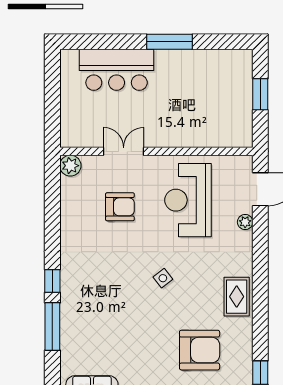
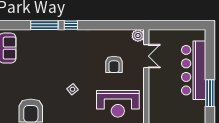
bar counter: (117, 70) -> (194, 70), width x1.36
double door: (124, 151) -> (146, 56), moved
reception desk: (188, 200) -> (118, 104), turned 180

